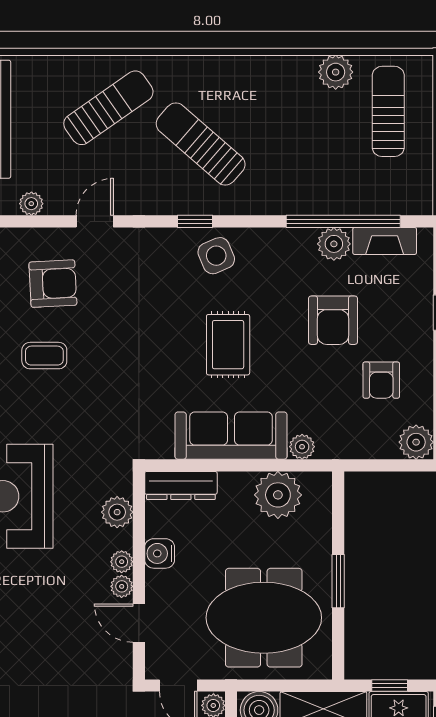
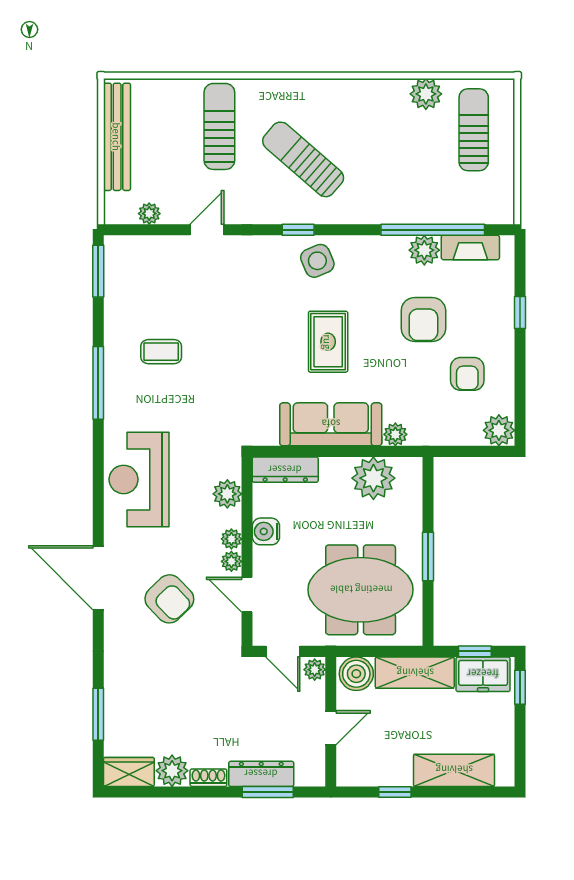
sun lounger: (108, 108) -> (219, 126), turned -55
armchair: (53, 284) -> (169, 599), moved, turned 49

